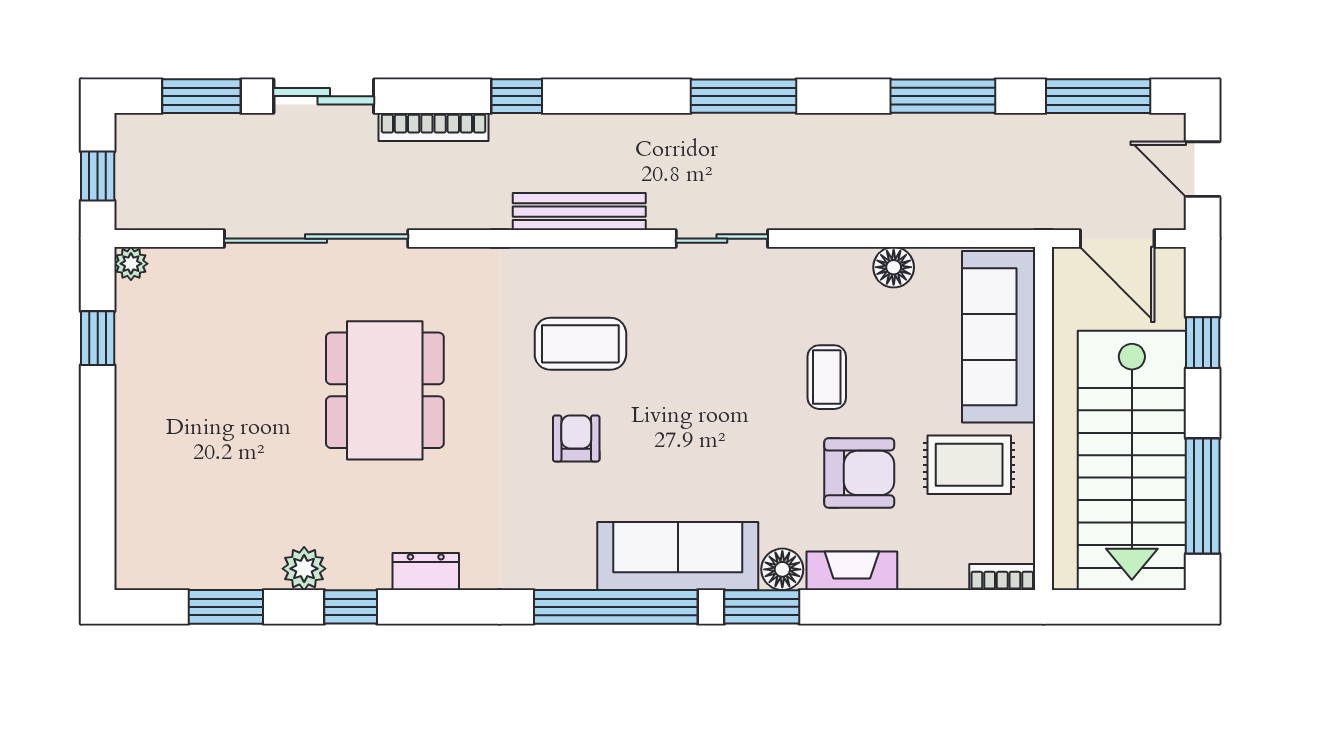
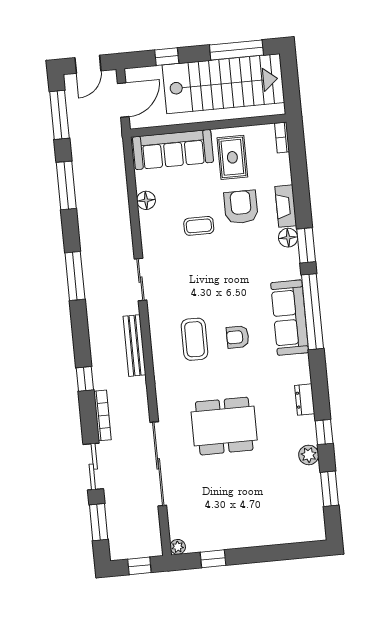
sofa: (678, 556) -> (290, 318), moved

